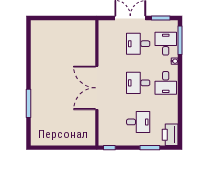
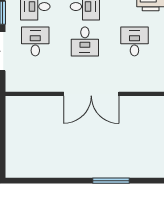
desk: (138, 44) -> (35, 41), turned 180

